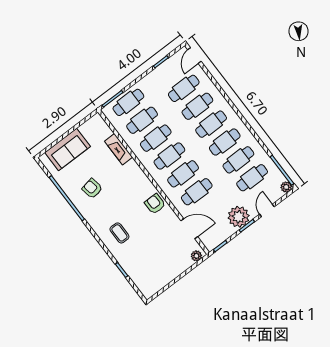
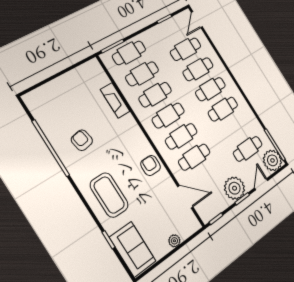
sofa: (68, 149) -> (133, 249), moved, turned -90
cafe table: (238, 160) -> (235, 129), removed
plant: (286, 187) -> (272, 160), width x1.87, depth x1.87
coffee table: (119, 233) -> (109, 195), width x1.86, depth x1.72
plant: (196, 256) -> (174, 241), moved

